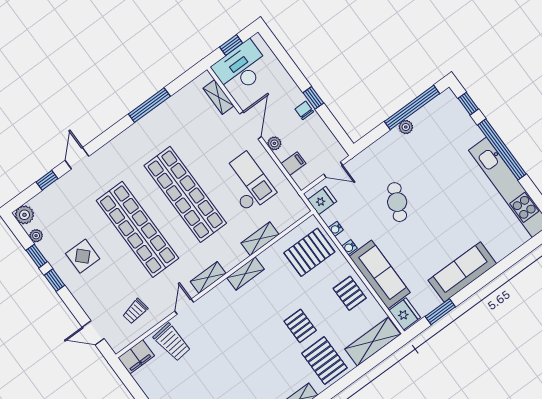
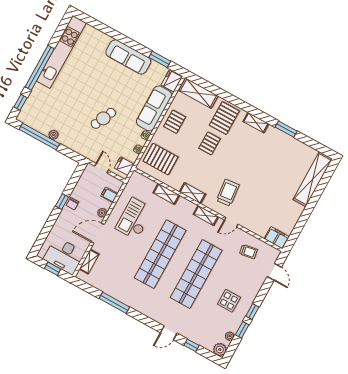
trolley: (172, 342) -> (228, 193), moved

